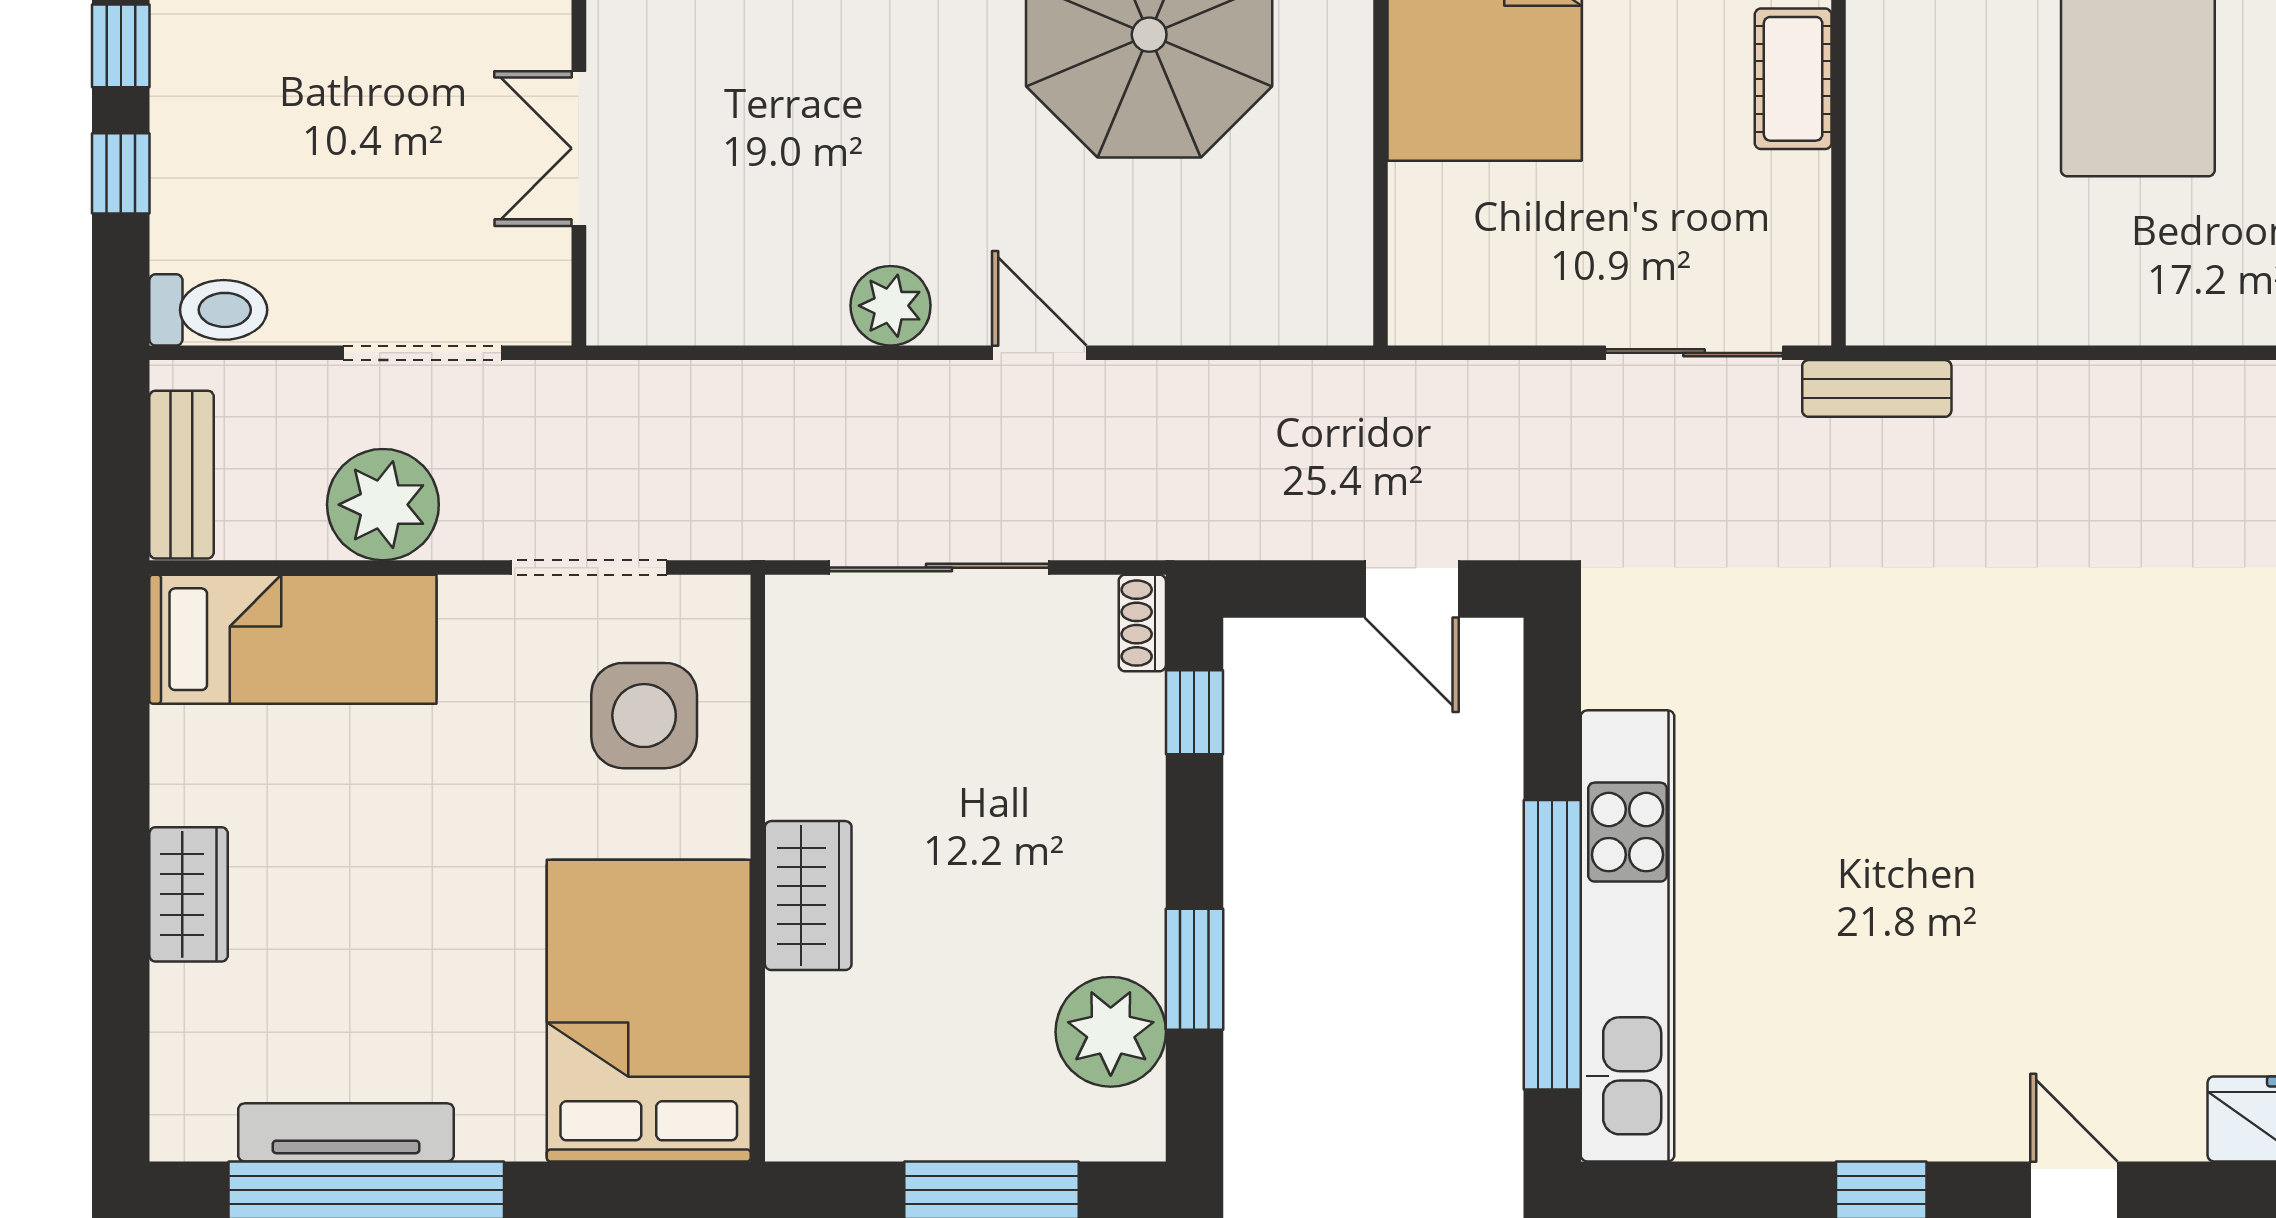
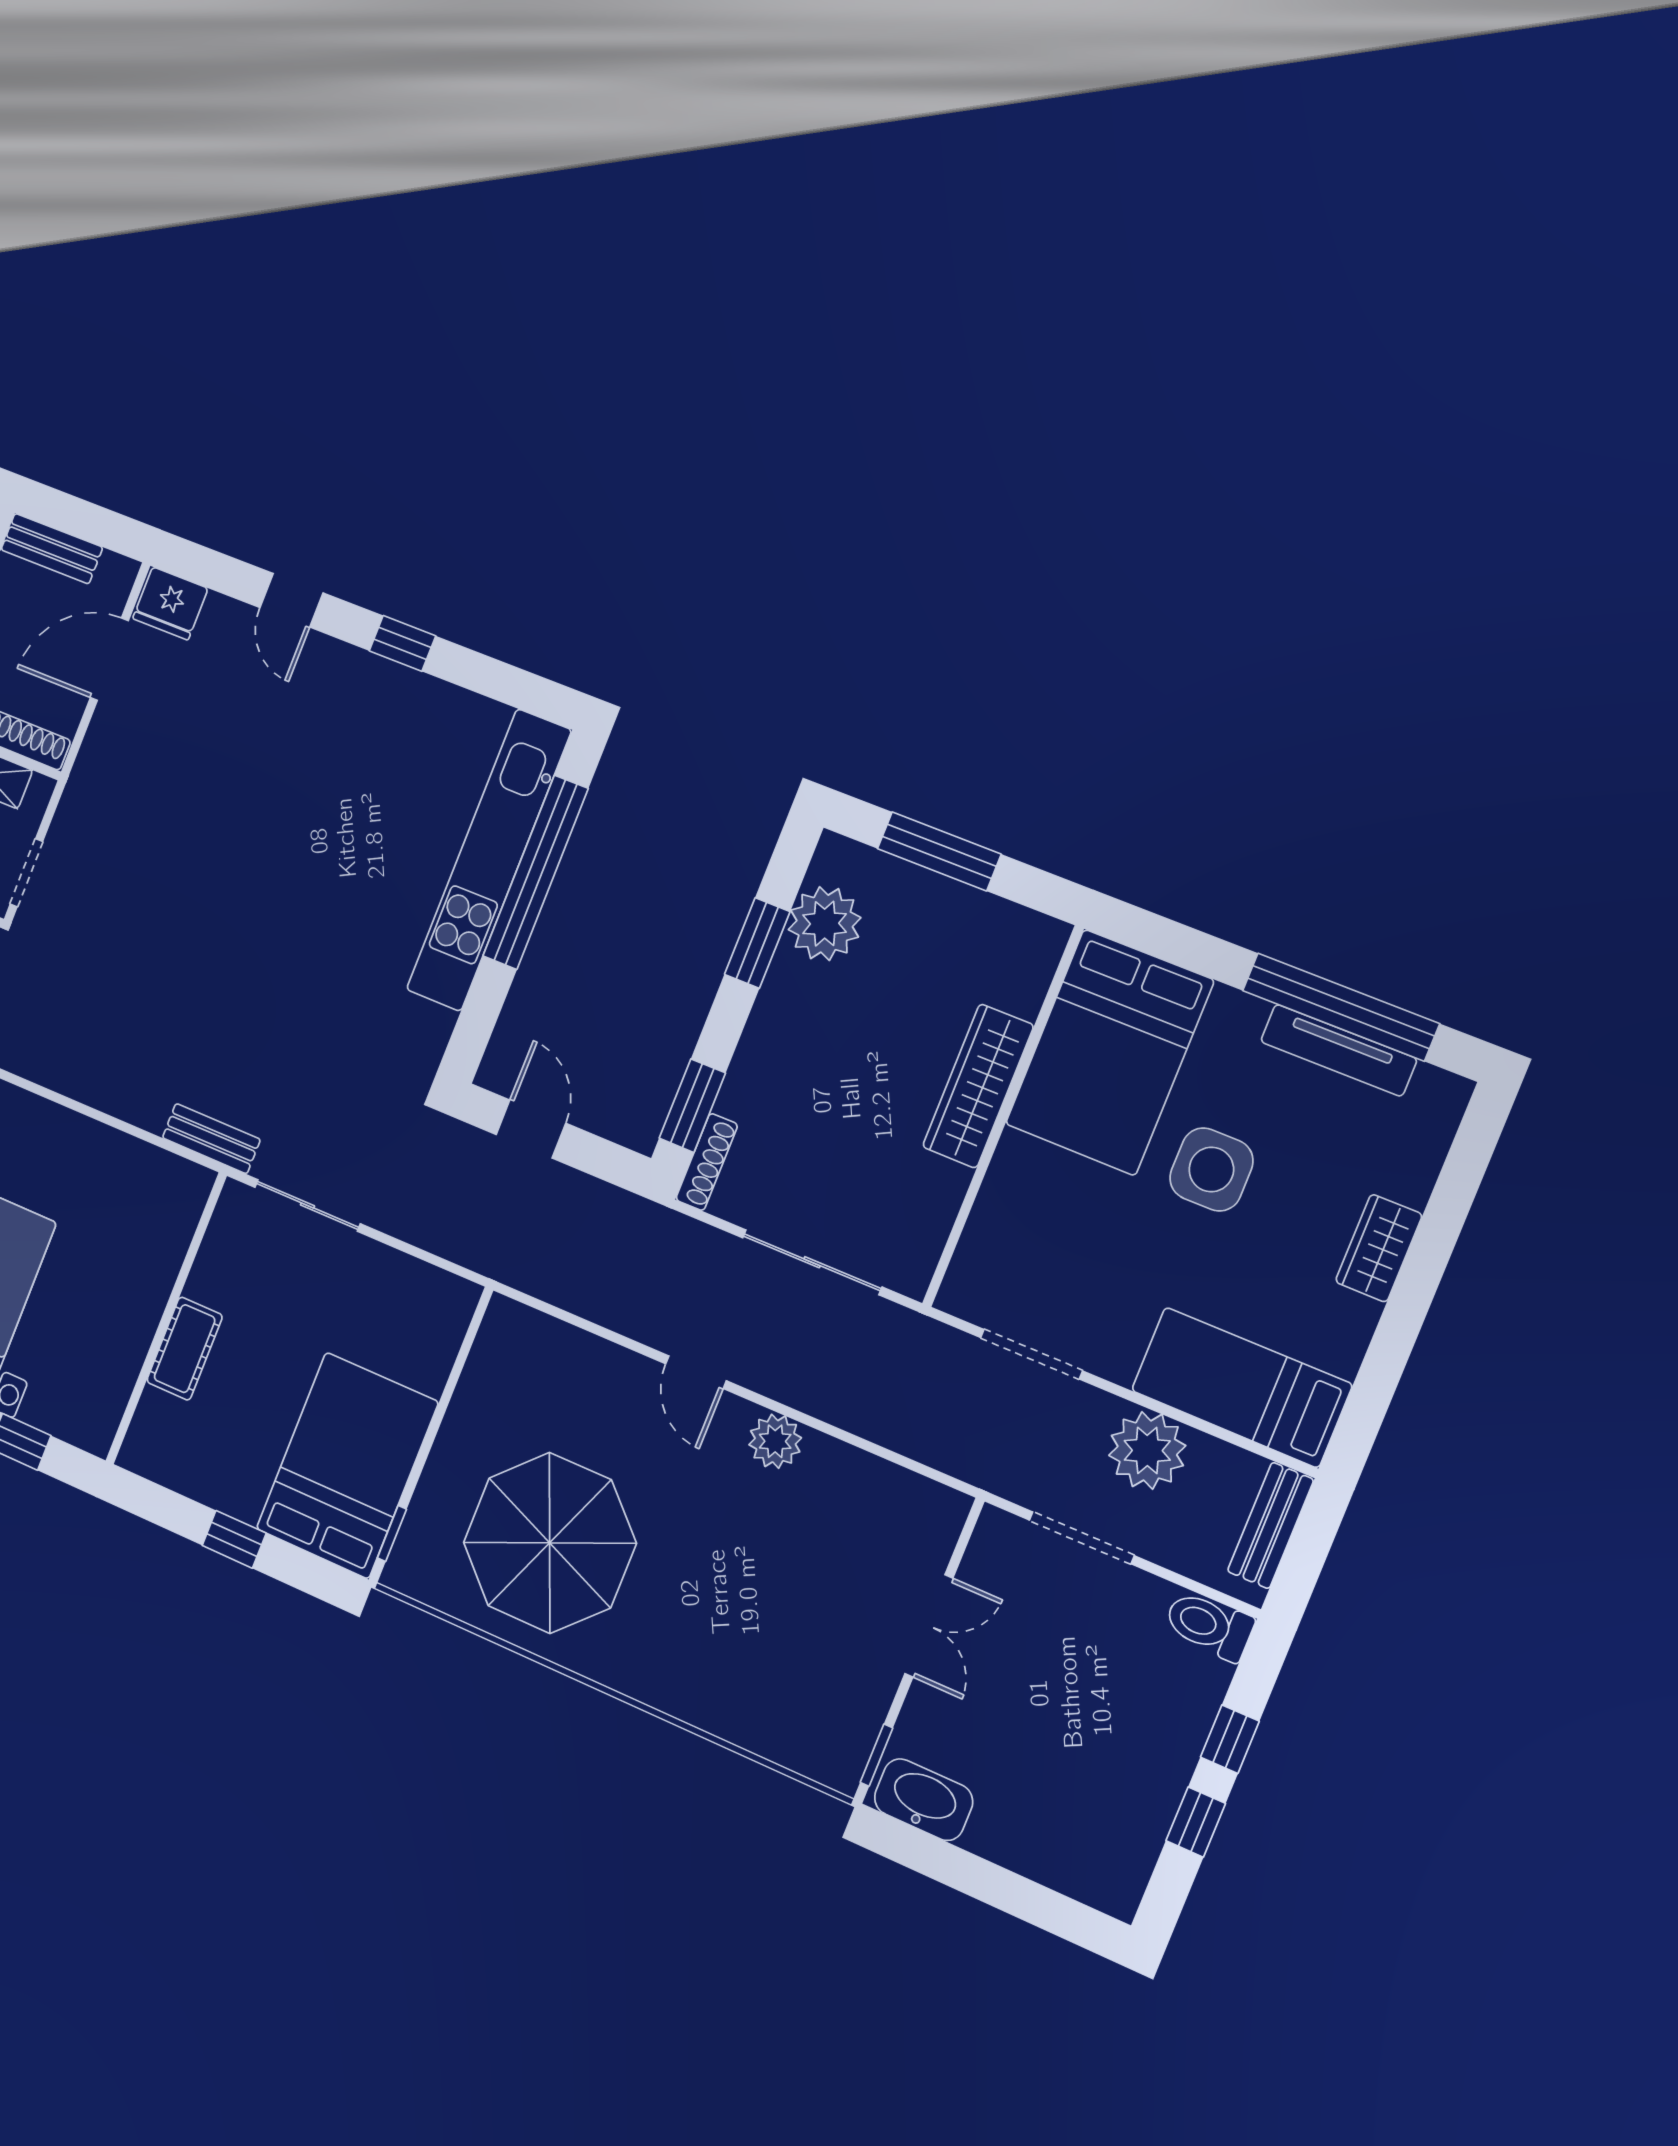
shoe rack: (1142, 623) -> (707, 1162), width x1.43
window: (1194, 712) -> (692, 1106), width x1.50
side table: (644, 716) -> (1211, 1169), moved
wardrobe: (808, 896) -> (978, 1086), width x1.50

